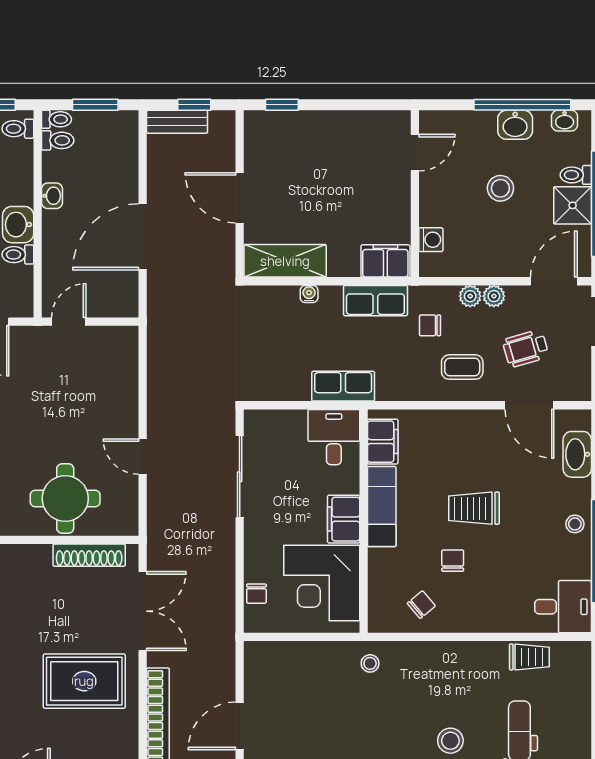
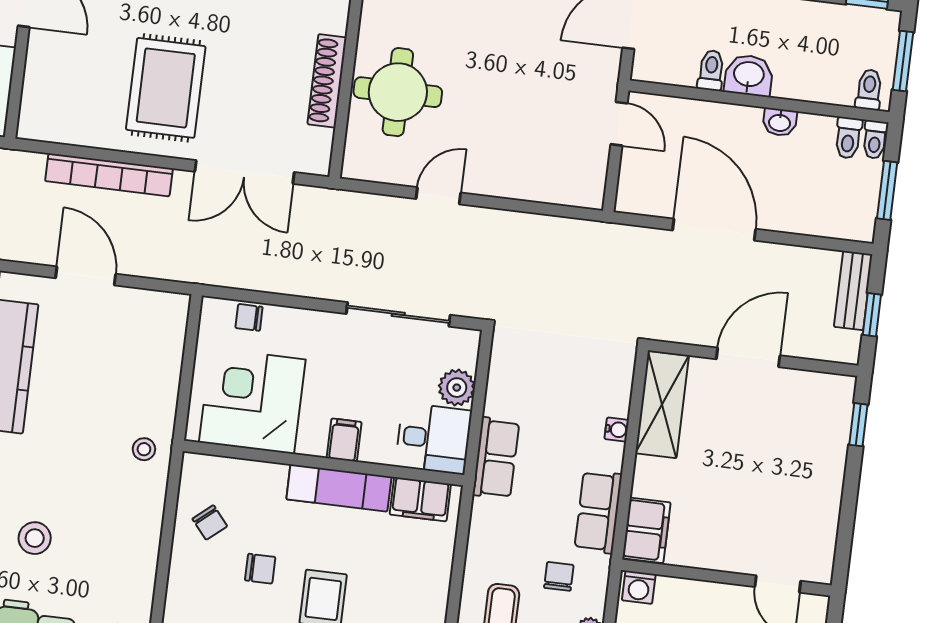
washing machine: (431, 240) -> (639, 587), moved
plant: (292, 424) -> (457, 388), added
filing cabinet: (344, 519) -> (344, 440), width x0.50
shoe rack: (89, 555) -> (327, 81), moved

